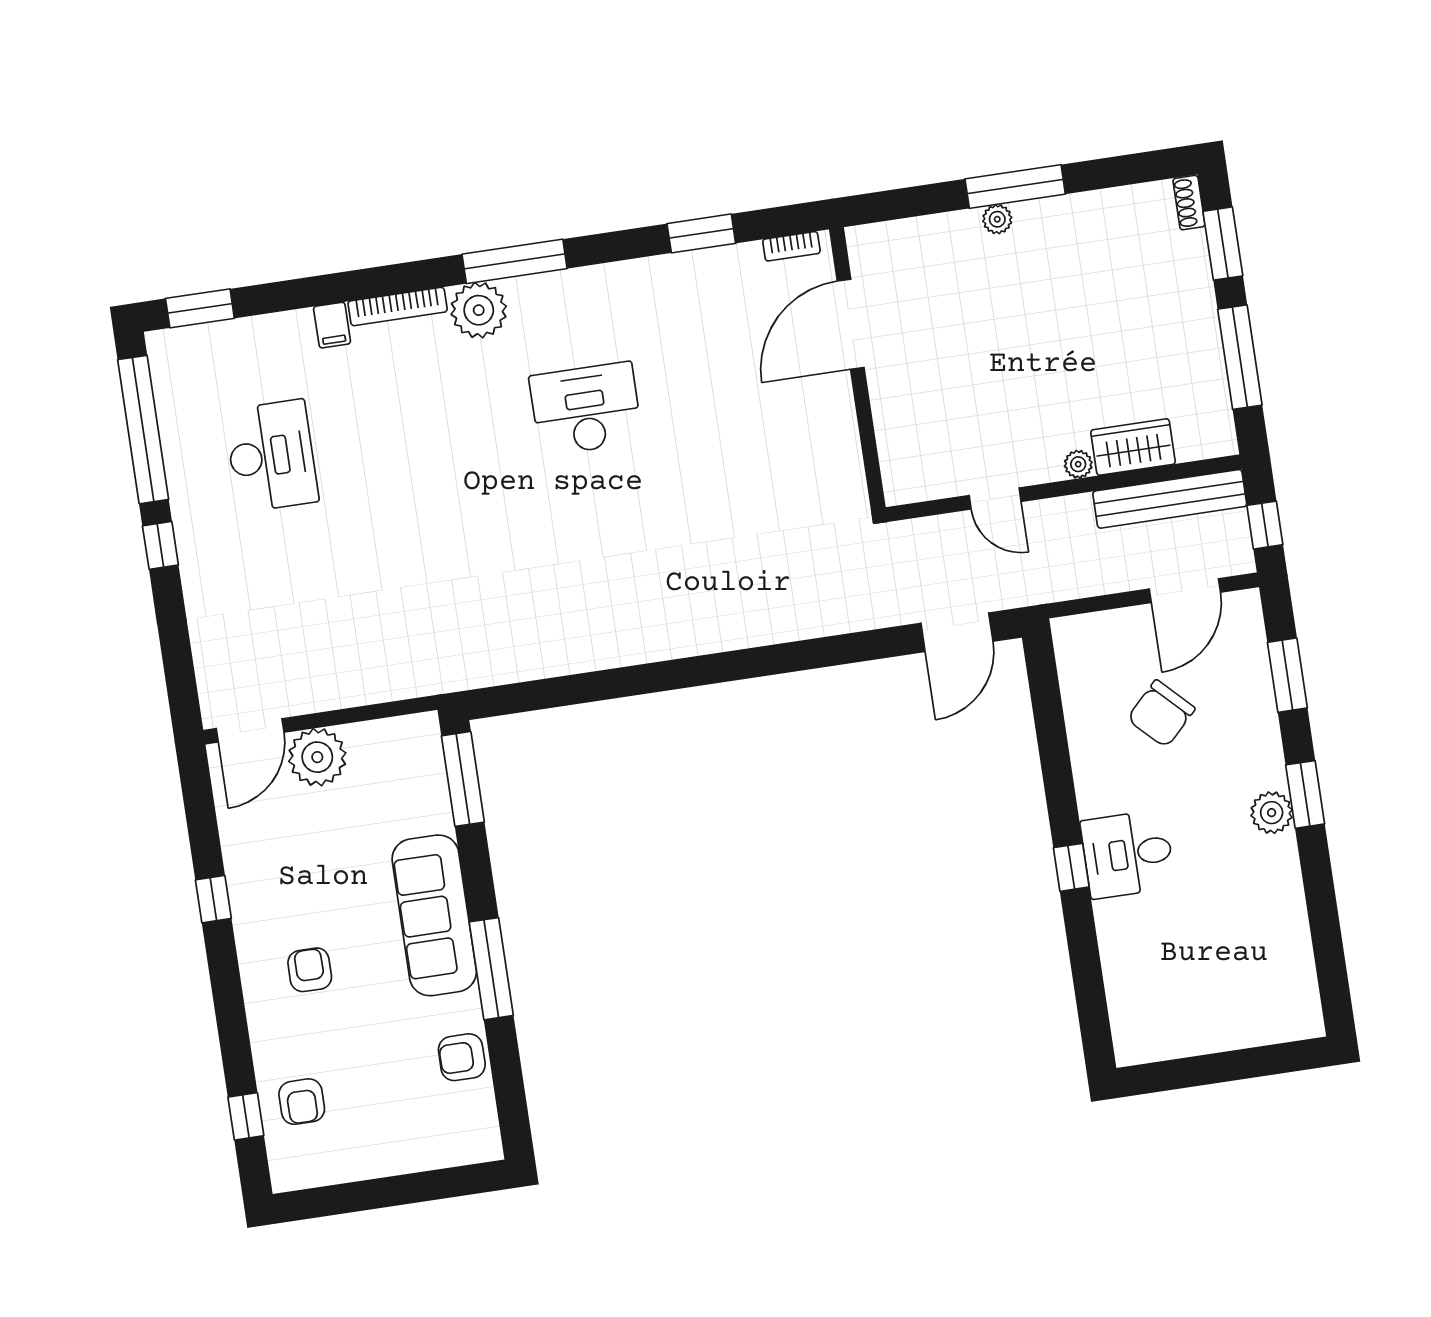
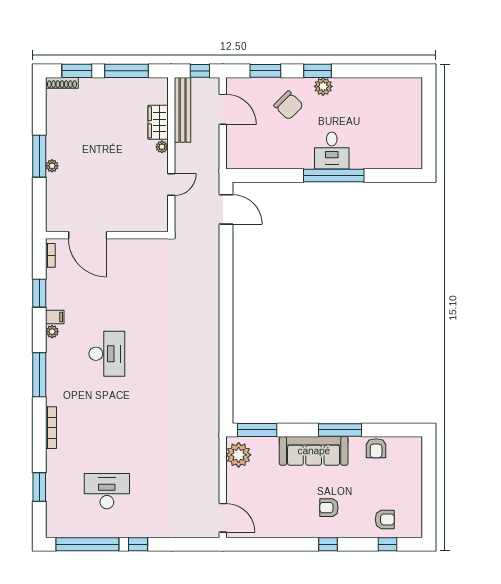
shoe rack: (1189, 203) -> (62, 83), width x1.43
window: (200, 308) -> (39, 487), moved
plant: (479, 310) -> (52, 332), moved, width x0.53, depth x0.53
filing cabinet: (332, 325) -> (55, 317), moved
desk: (586, 409) -> (107, 354), turned 180
chair: (1161, 714) -> (289, 105), moved
plant: (317, 757) -> (239, 455), moved
window: (1071, 867) -> (334, 176), width x3.17
window: (213, 899) -> (328, 544), moved

